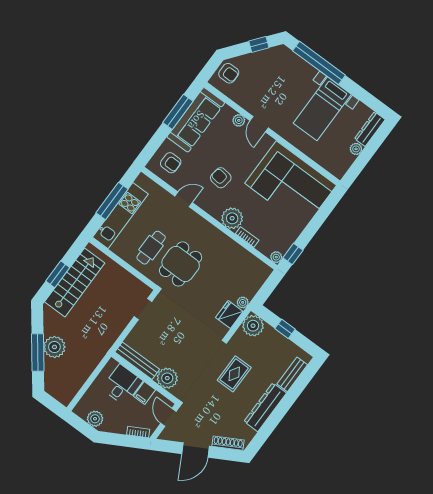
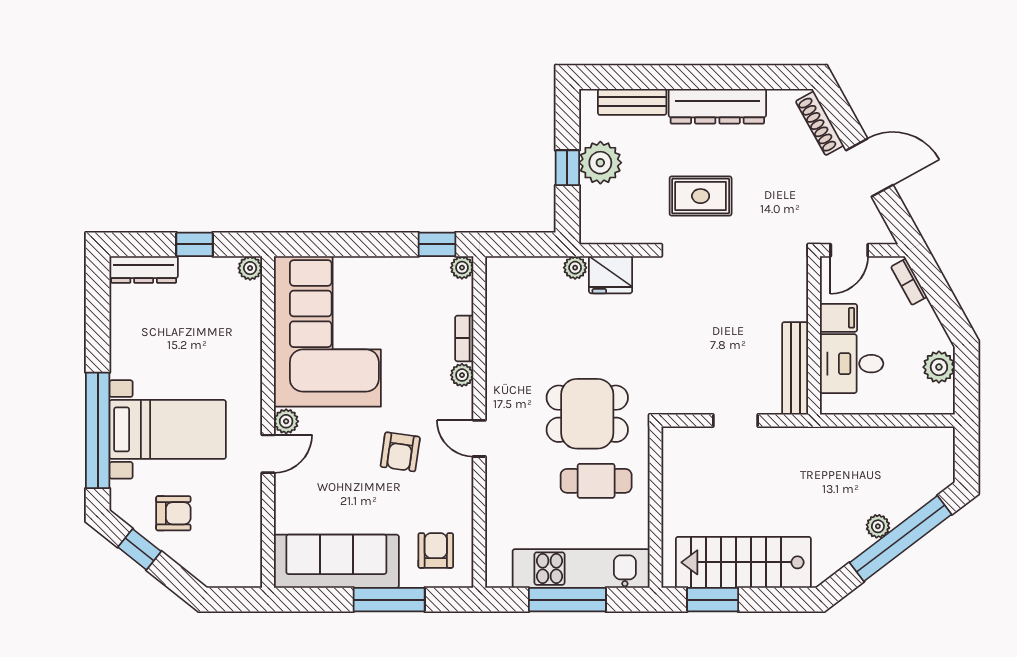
armchair: (229, 73) -> (173, 513), moved, turned 90
bed with nightstands: (322, 109) -> (168, 429), moved
window: (178, 112) -> (389, 600), moved
plant: (239, 120) -> (286, 421), moved
plant: (356, 149) -> (250, 268), moved
window: (365, 157) -> (195, 244), added
door: (184, 199) -> (479, 438), moved
plant: (232, 218) -> (462, 375), width x0.53, depth x0.53
window: (58, 274) -> (713, 600), moved
doorway: (143, 309) -> (736, 421), moved
plant: (253, 326) -> (600, 163), moved
plant: (54, 347) -> (878, 526), width x0.53, depth x0.53
window: (38, 353) -> (901, 539), width x1.46
plant: (167, 378) -> (787, 299), removed

